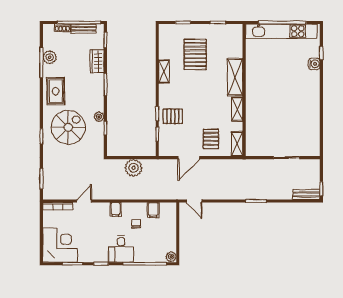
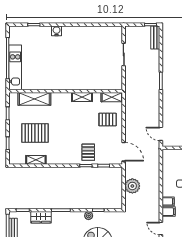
kitchen unit: (281, 31) -> (15, 67), width x0.73
water cooler: (314, 64) -> (57, 31), moved
shelving: (164, 72) -> (36, 160), moved
shelving: (235, 77) -> (34, 99), moved
door: (189, 158) -> (124, 152), moved
door: (194, 201) -> (161, 134), swing flipped
filing cabinet: (153, 210) -> (169, 212), moved

